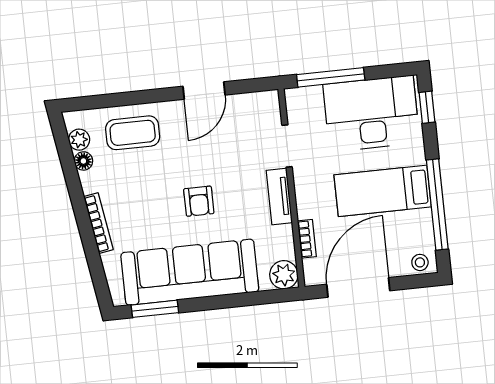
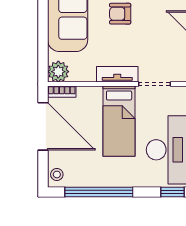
bed: (383, 191) -> (119, 121), moved, turned 180
bookcase: (307, 239) -> (62, 92), moved

